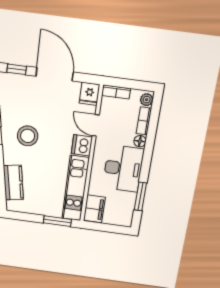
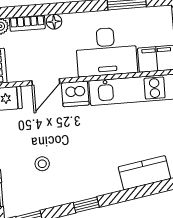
stool: (28, 136) -> (42, 164), moved, width x0.53, depth x0.53
desk: (123, 169) -> (106, 52), moved, turned 180

